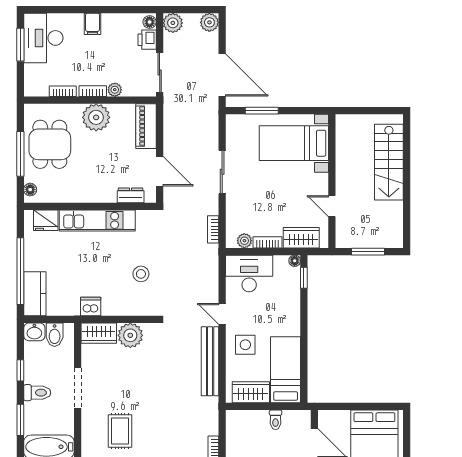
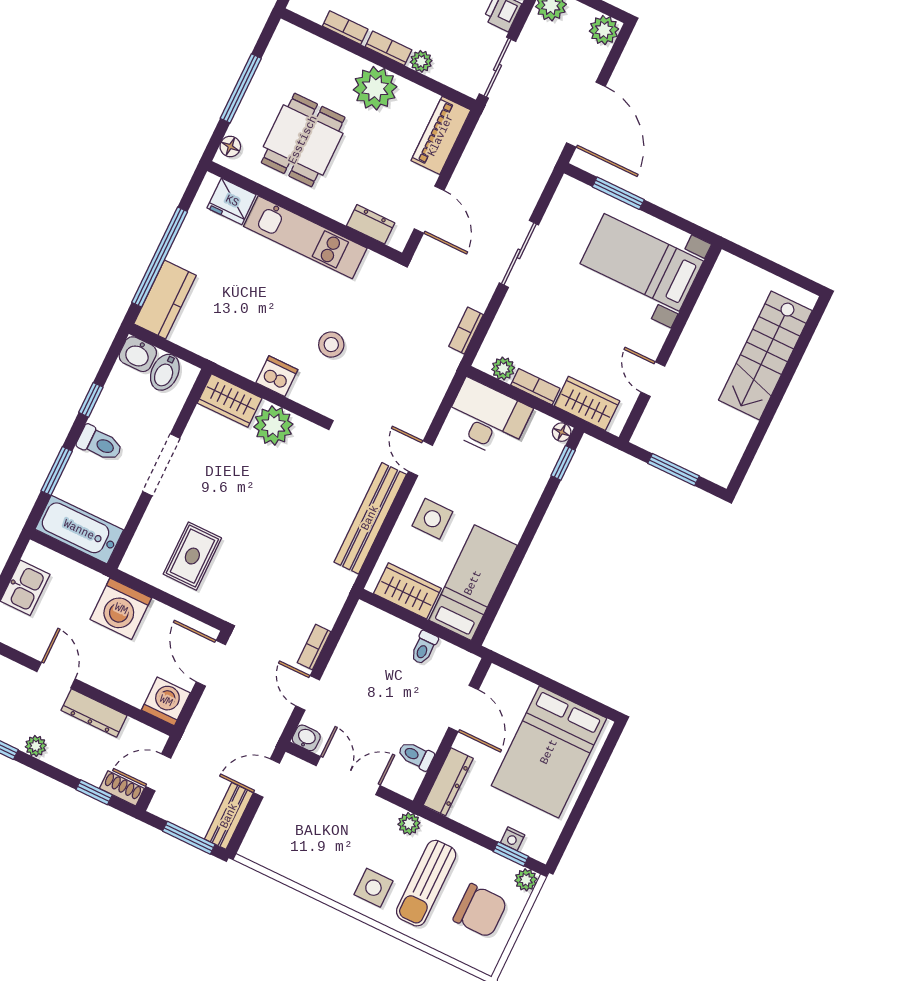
dining table: (50, 144) -> (303, 140), moved
dishwasher: (91, 306) -> (277, 376), moved

